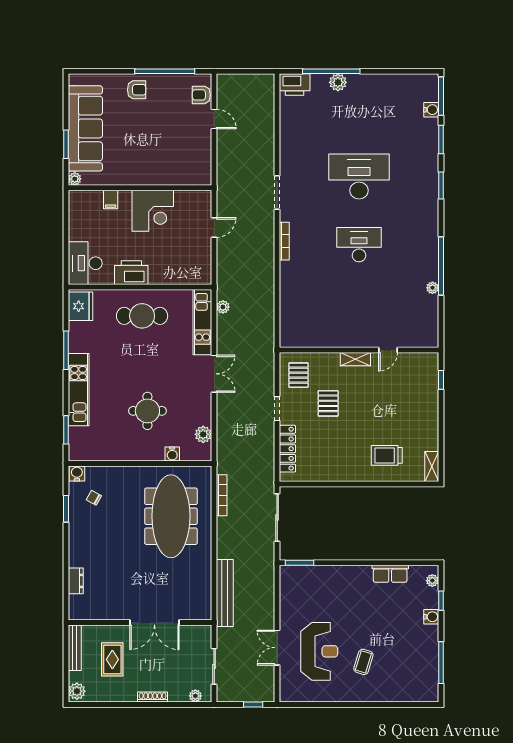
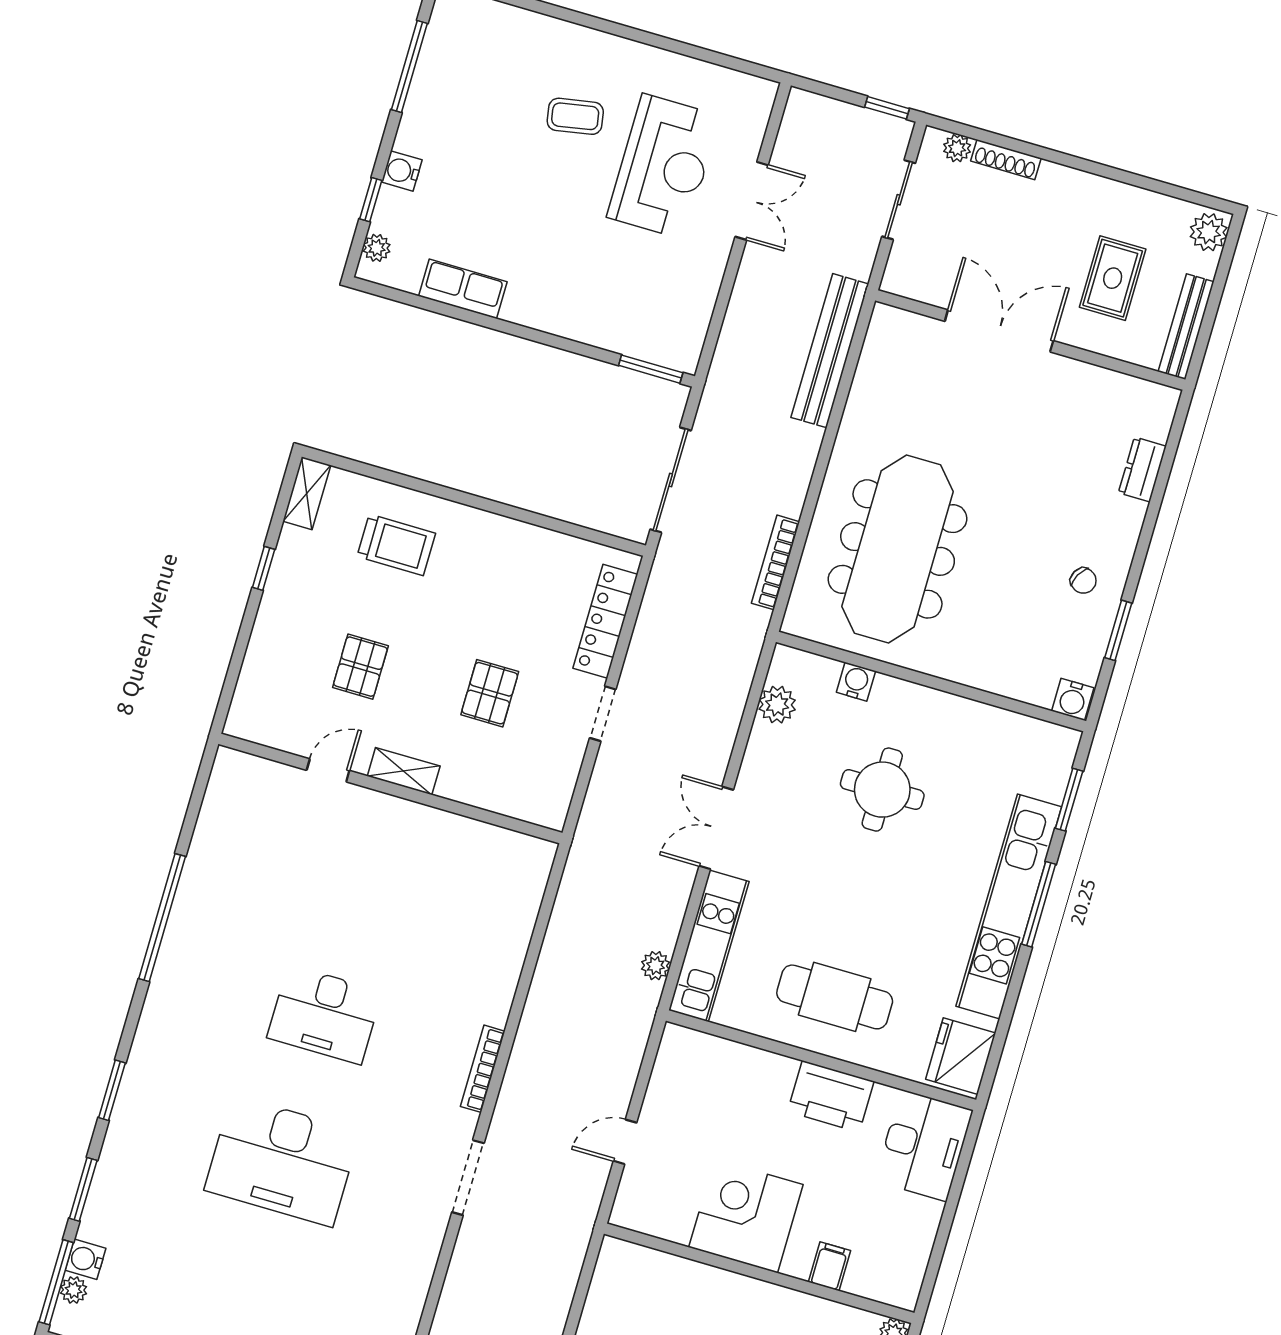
plant: (432, 288) -> (74, 1290), moved
window: (66, 350) -> (1039, 904), moved
pallet: (298, 375) -> (360, 667), moved
window: (441, 380) -> (264, 568), moved
kitchen unit: (79, 390) -> (1009, 906), width x1.36
chair: (94, 498) -> (1083, 581), moved
reception desk: (319, 651) -> (664, 166), turned 180
coffee table: (363, 662) -> (575, 116), turned 63
shoe rack: (153, 697) -> (1006, 160), moved
window: (253, 704) -> (887, 108), moved

